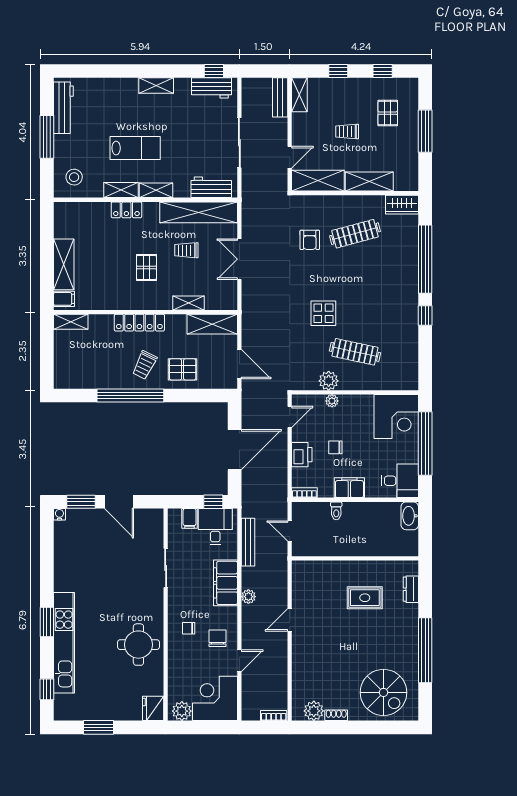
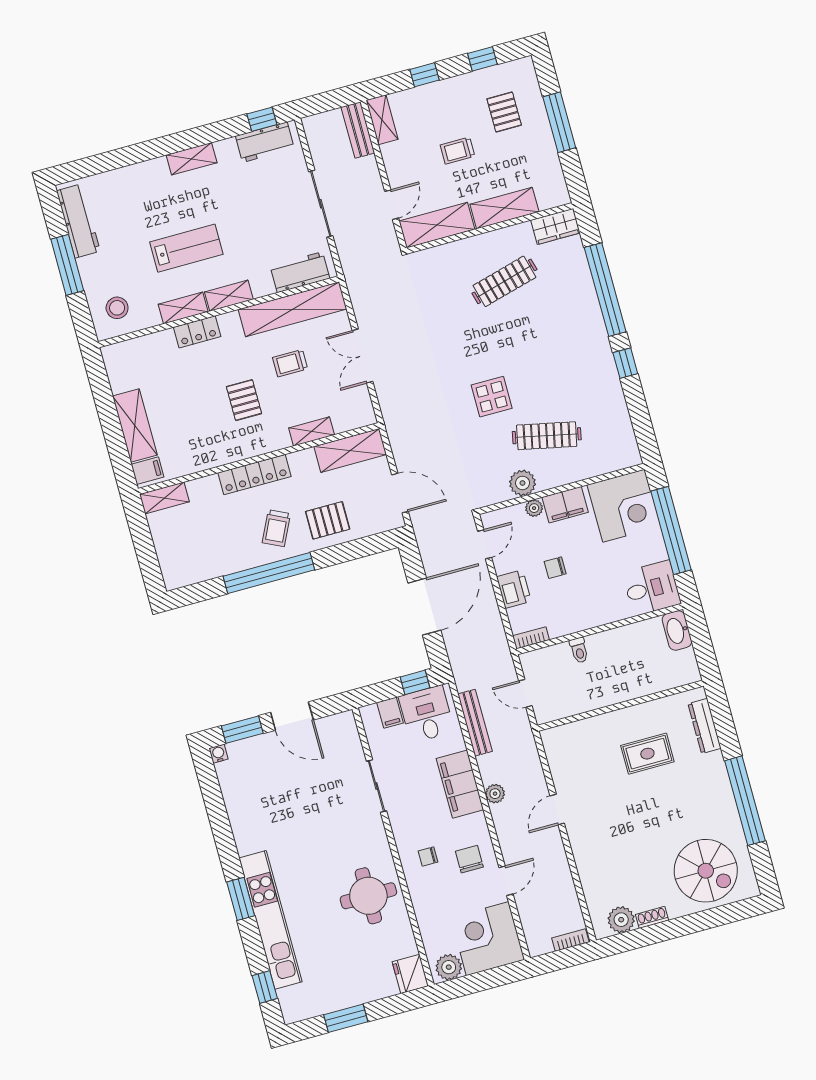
armchair: (310, 240) -> (448, 306), removed
filing cabinet: (349, 488) -> (565, 505), moved, turned 180
dresser: (411, 589) -> (705, 726), width x1.44

